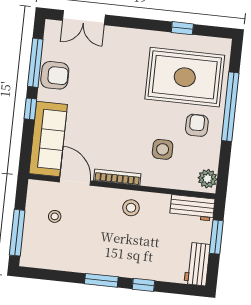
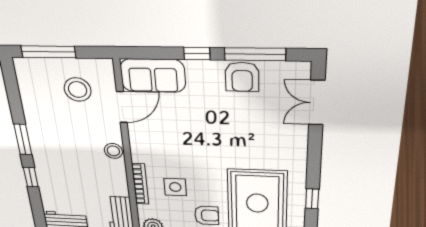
sofa: (48, 139) -> (153, 76), width x0.73
bookcase: (117, 177) -> (140, 184), moved
stool: (131, 208) -> (113, 151), moved
stool: (55, 216) -> (78, 90), width x1.89, depth x1.89

